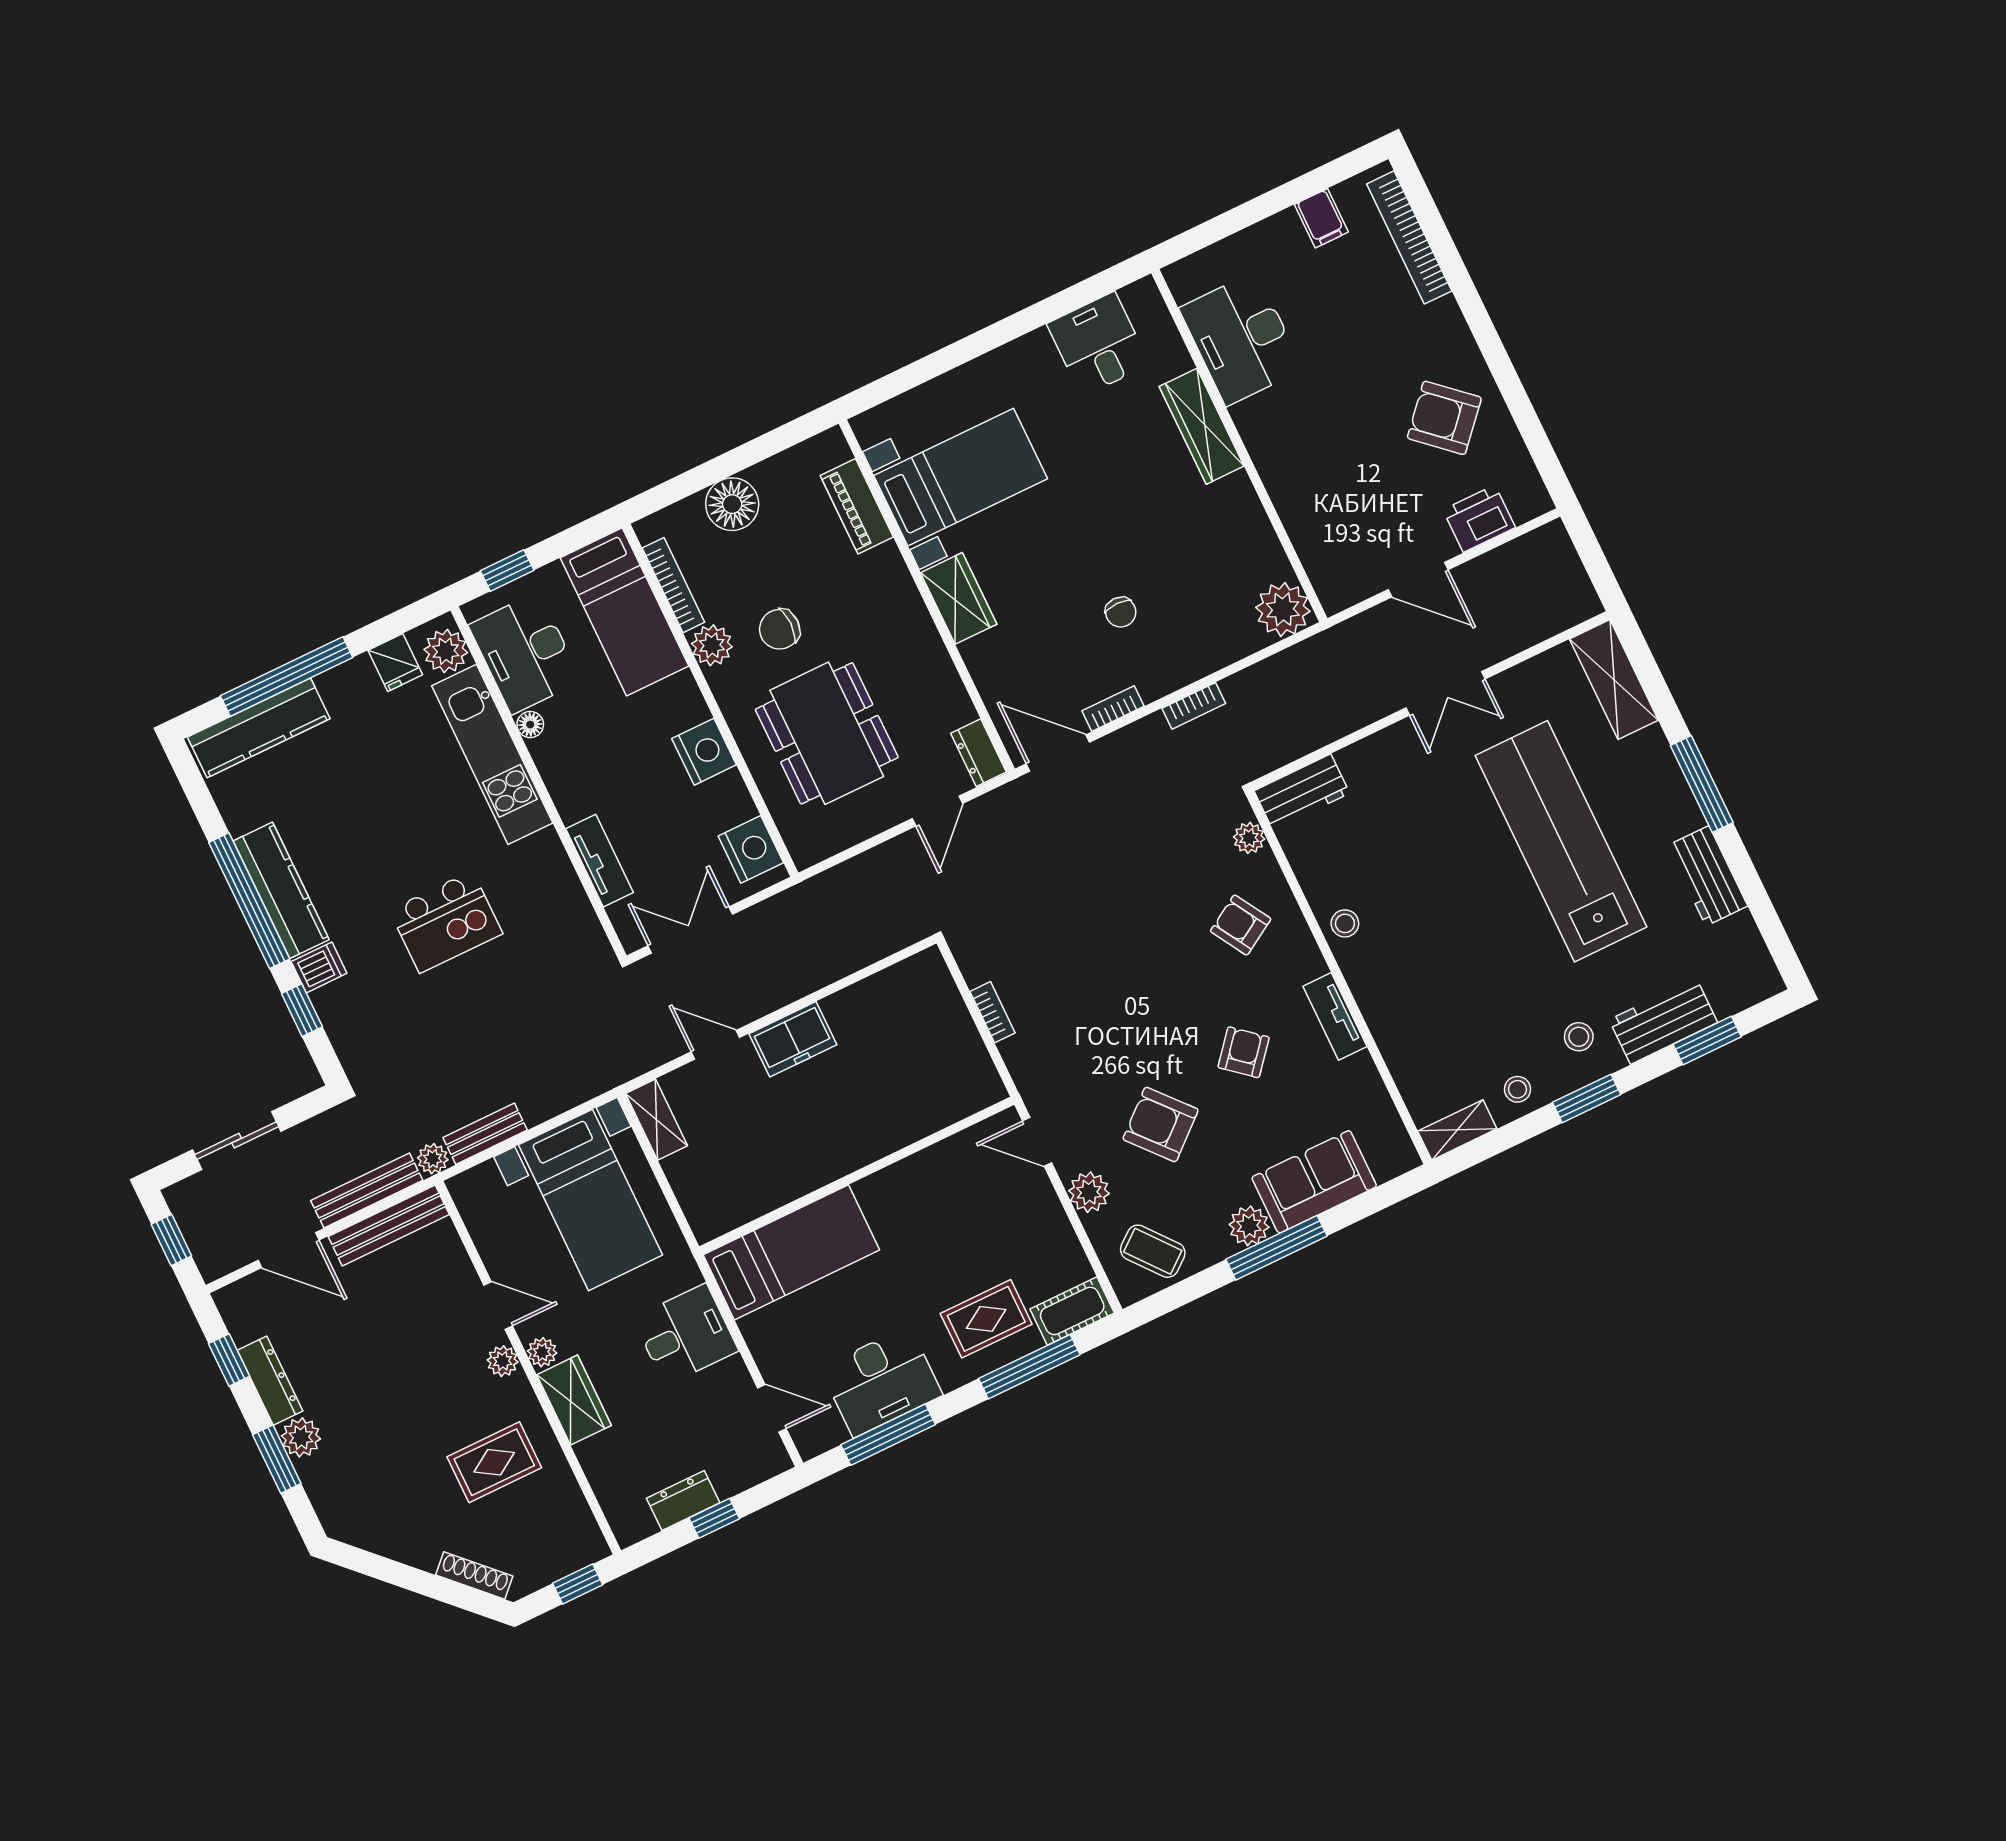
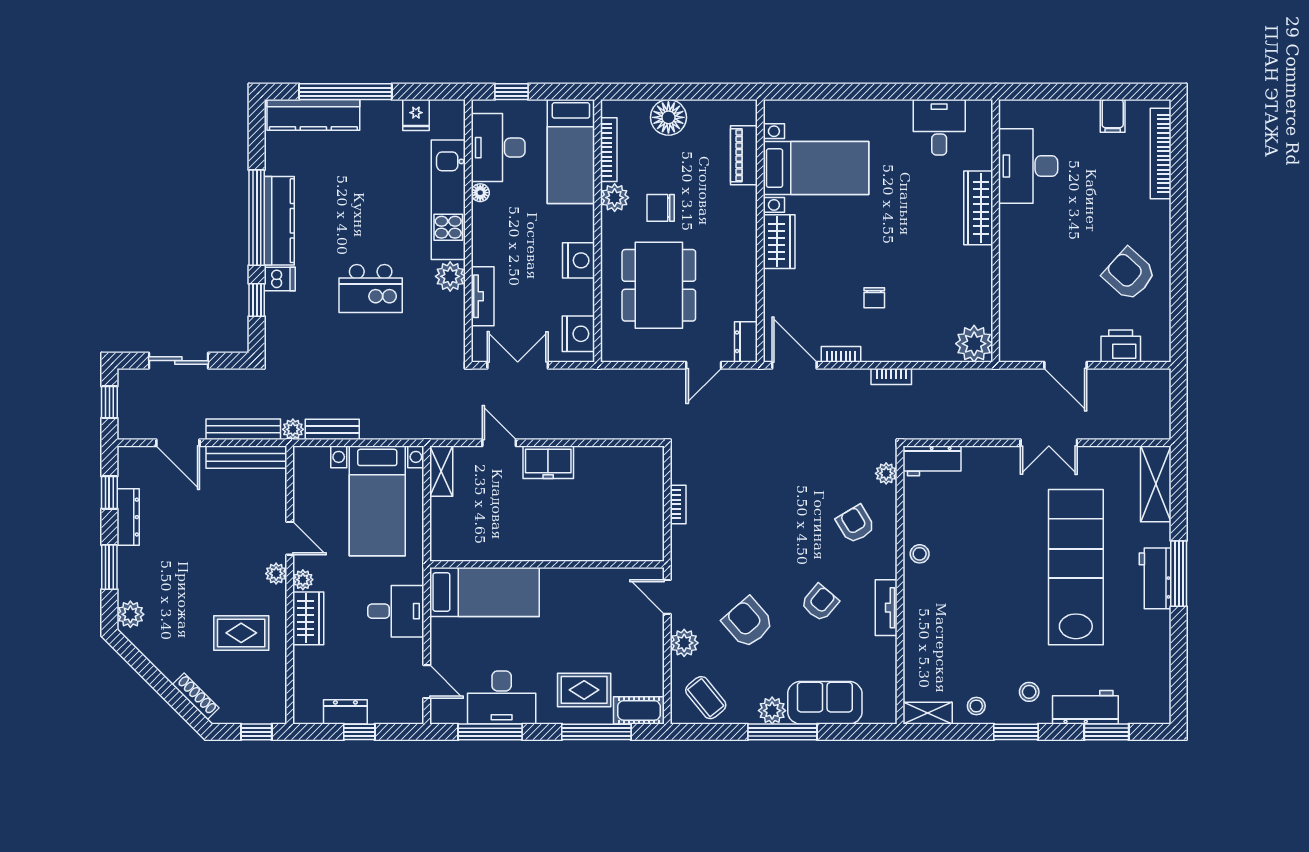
plant: (446, 651) -> (450, 276), moved
workbench: (1707, 876) -> (1155, 578), moved
plant: (301, 1437) -> (130, 614), moved

